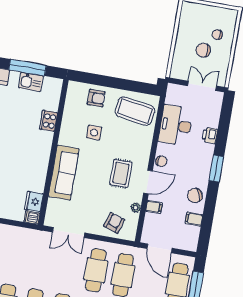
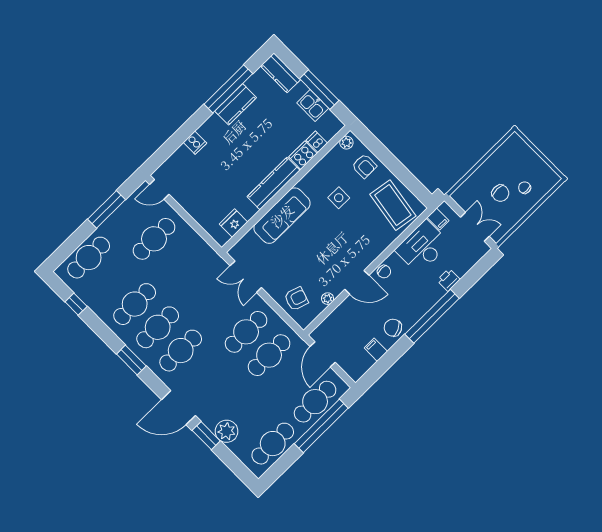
chair: (203, 50) -> (500, 193), turned 180
plant: (72, 91) -> (346, 143), added
kitchen counter: (42, 155) -> (274, 184), added
window: (216, 168) -> (432, 316), width x2.11
rug: (121, 173) -> (337, 256), removed
filing cabinet: (154, 207) -> (438, 219), moved
dishwasher: (32, 217) -> (317, 142), moved

